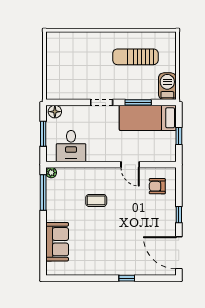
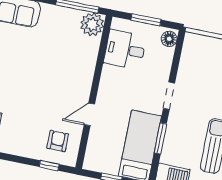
plant: (51, 173) -> (92, 24), width x1.87, depth x1.87
coffee table: (96, 200) -> (55, 66), removed
window: (179, 215) -> (49, 166), moved

